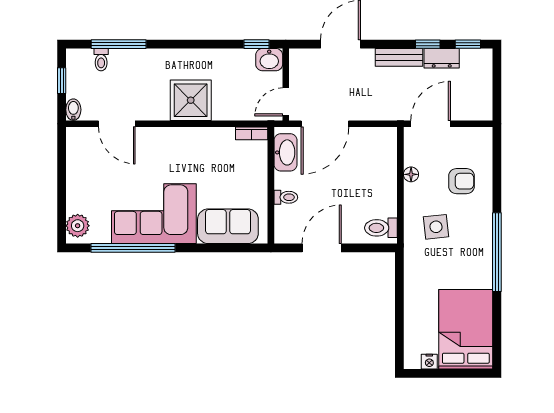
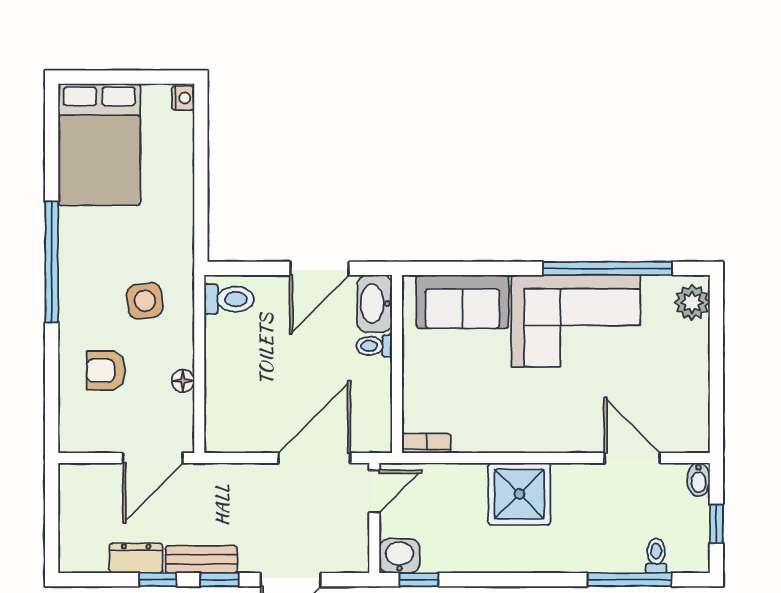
window: (468, 44) -> (219, 580), moved
washbasin: (286, 152) -> (375, 304), moved
nightstand: (429, 362) -> (183, 98), moved, turned 90

